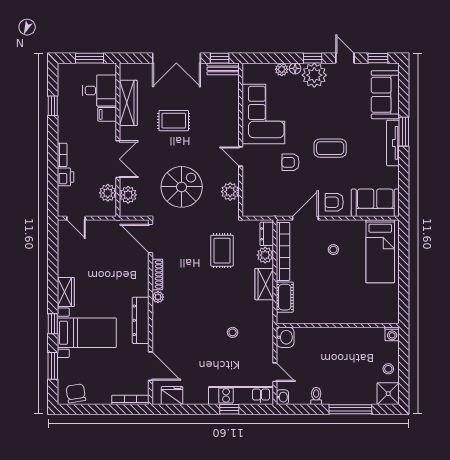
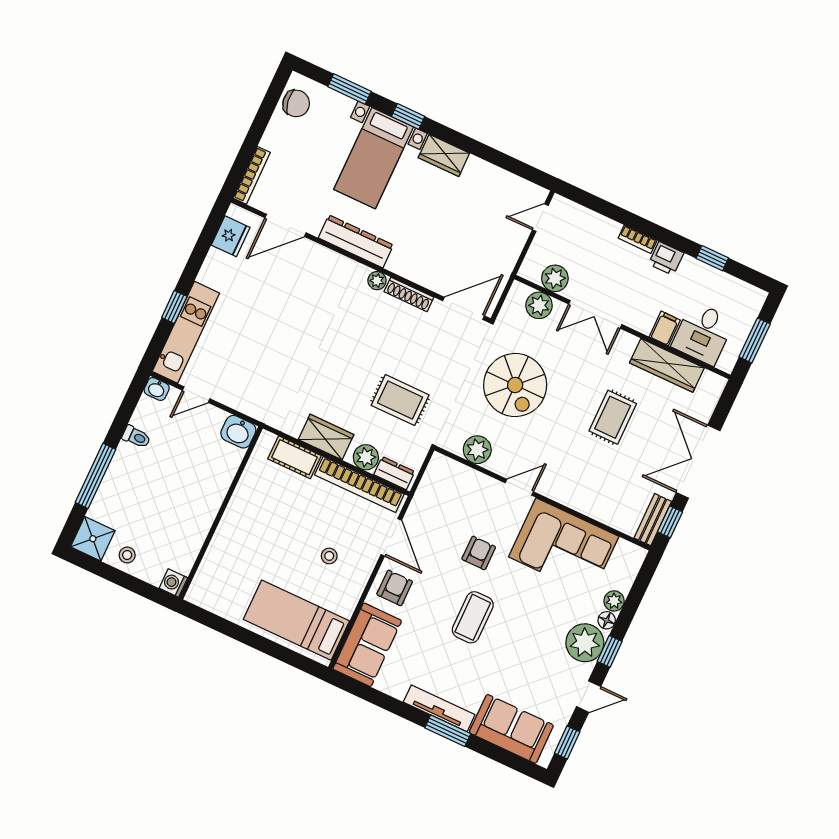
printer: (66, 177) -> (666, 258), moved
stool: (233, 332) -> (279, 362), removed

